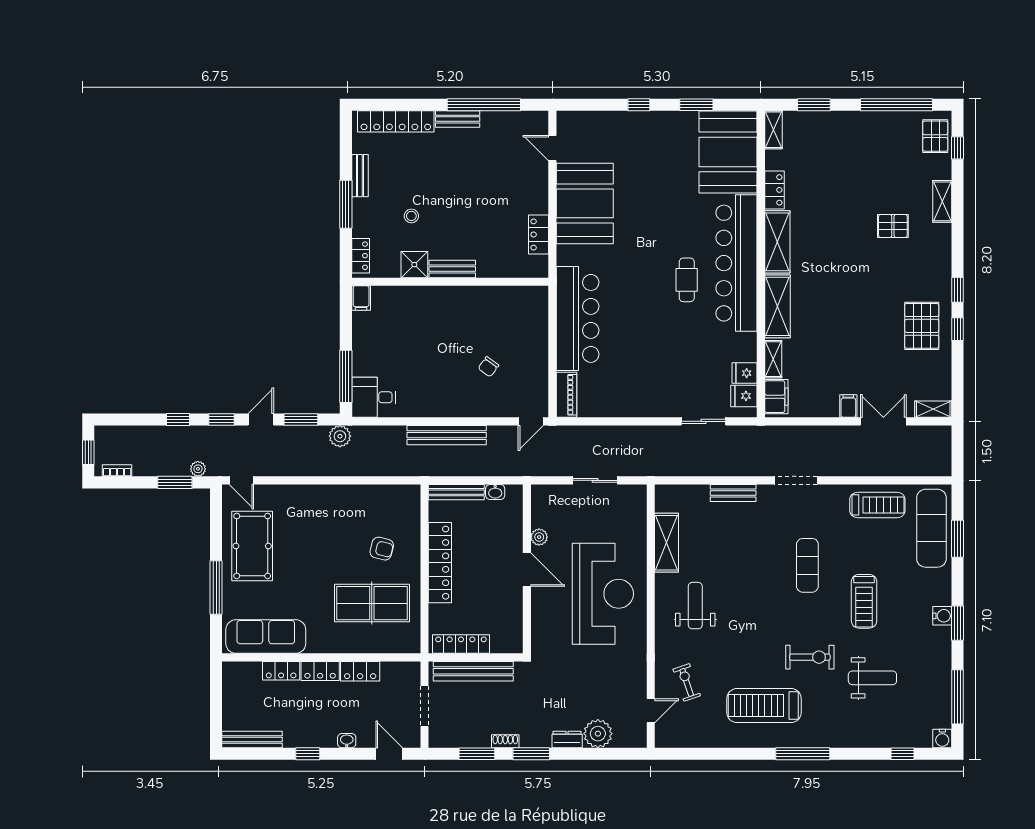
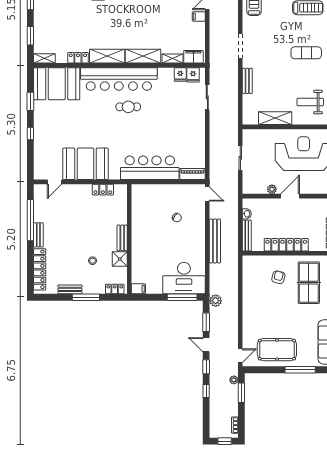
desk: (374, 397) -> (184, 278), width x1.87, depth x1.30
exercise mat: (807, 565) -> (306, 53), moved

